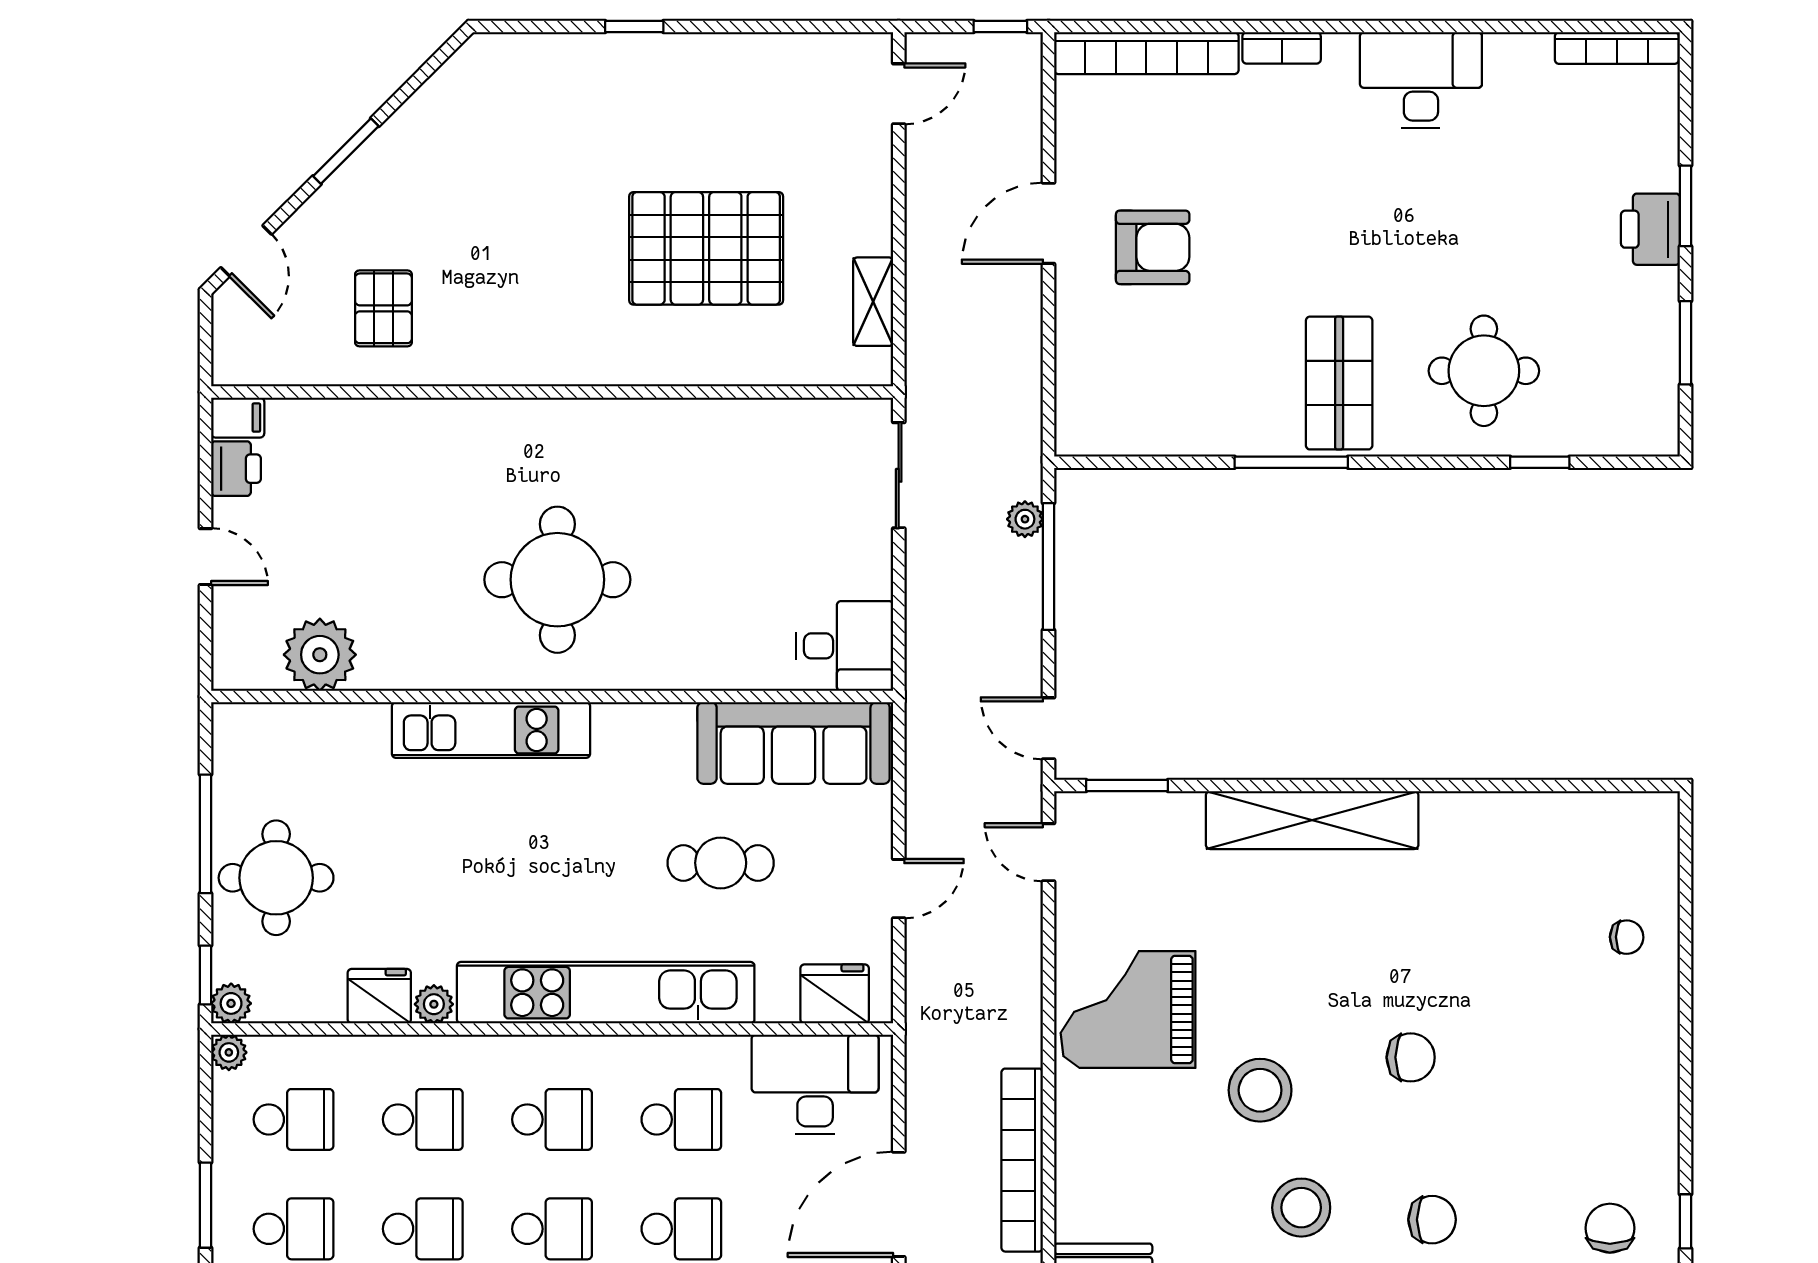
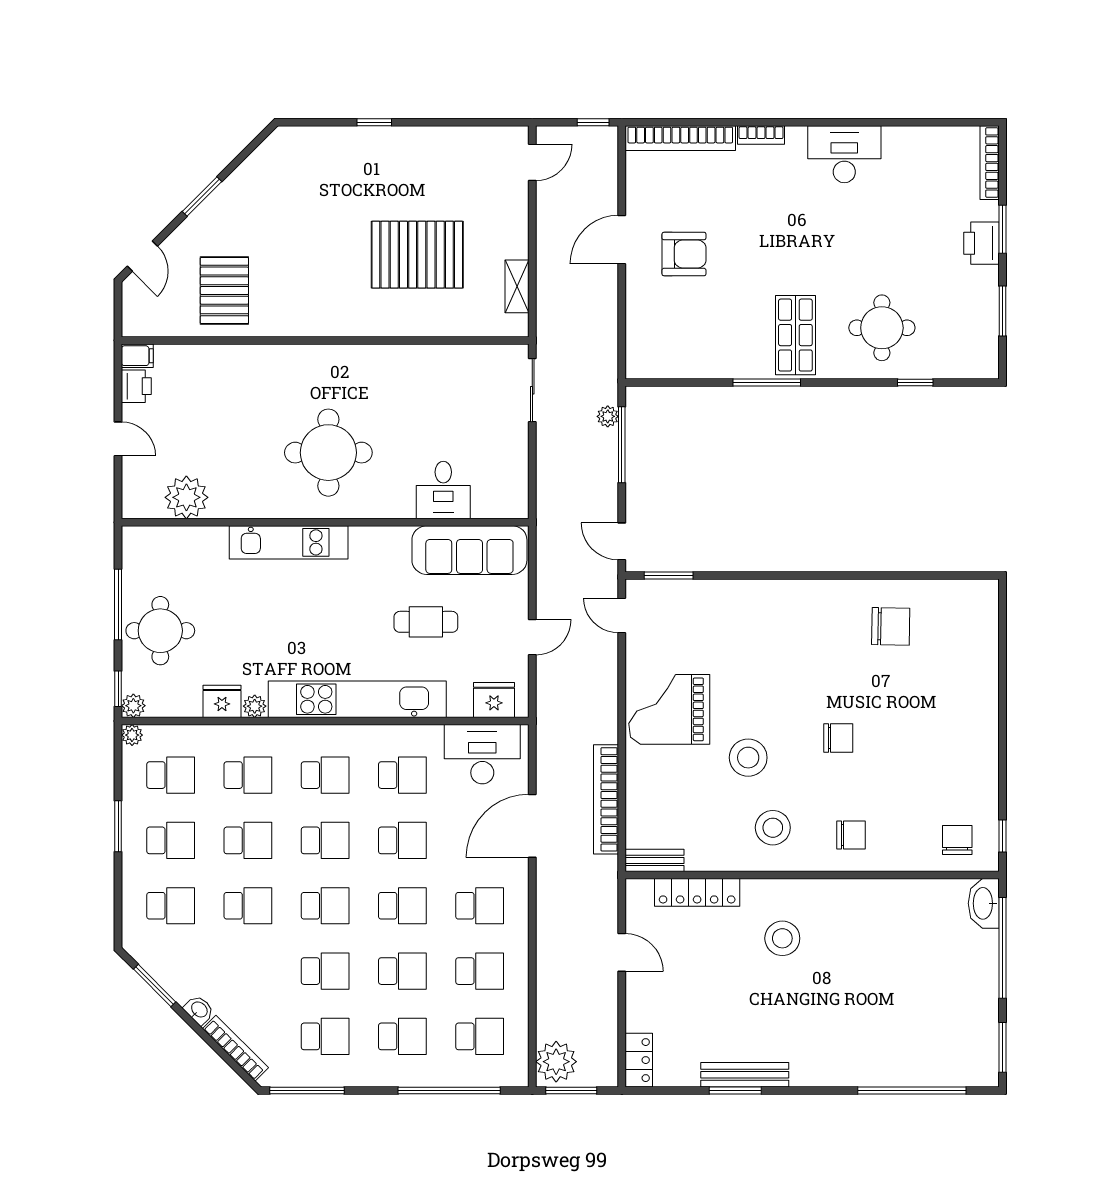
bookcase: (1617, 48) -> (990, 163), moved, turned 90
pallet: (383, 308) -> (224, 290), width x1.50, depth x1.42
desk: (845, 646) -> (443, 490), moved, turned 90
shelving: (1312, 820) -> (779, 596), removed
chair: (1627, 937) -> (891, 626), moved, width x1.87, depth x1.87

